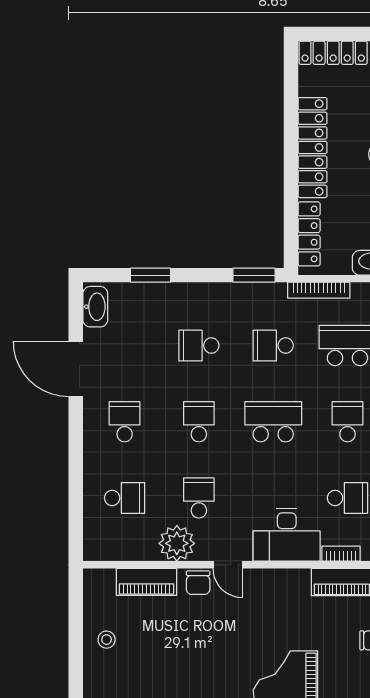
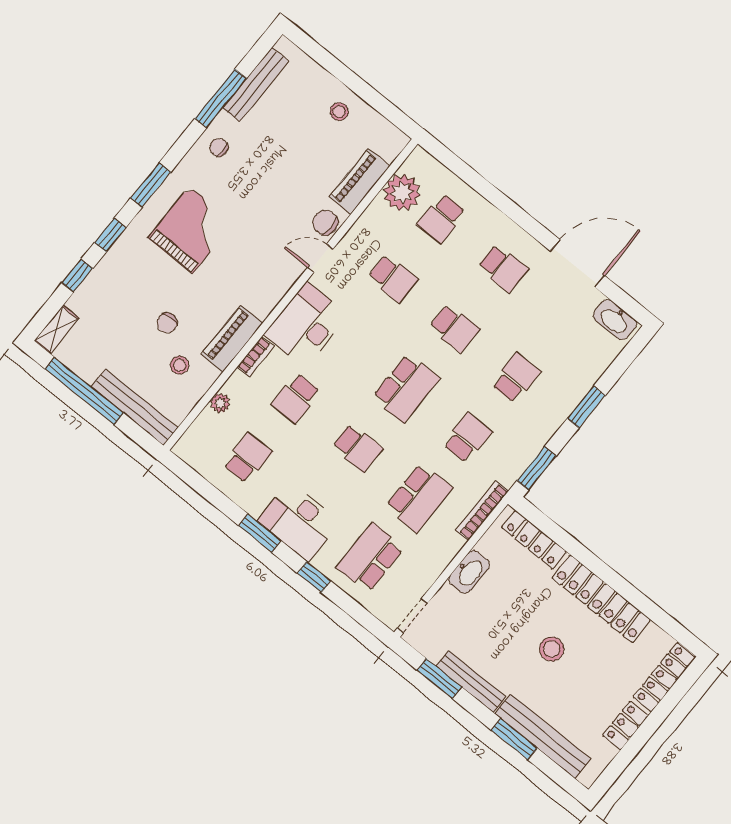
window: (151, 275) -> (586, 407), moved
plant: (177, 543) -> (402, 193), moved

